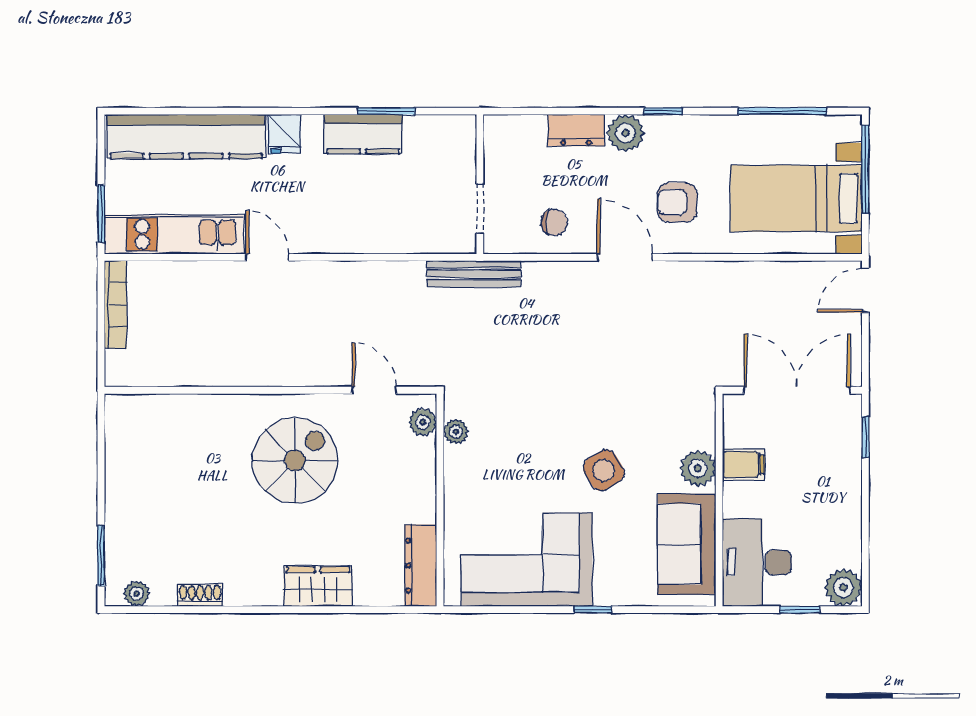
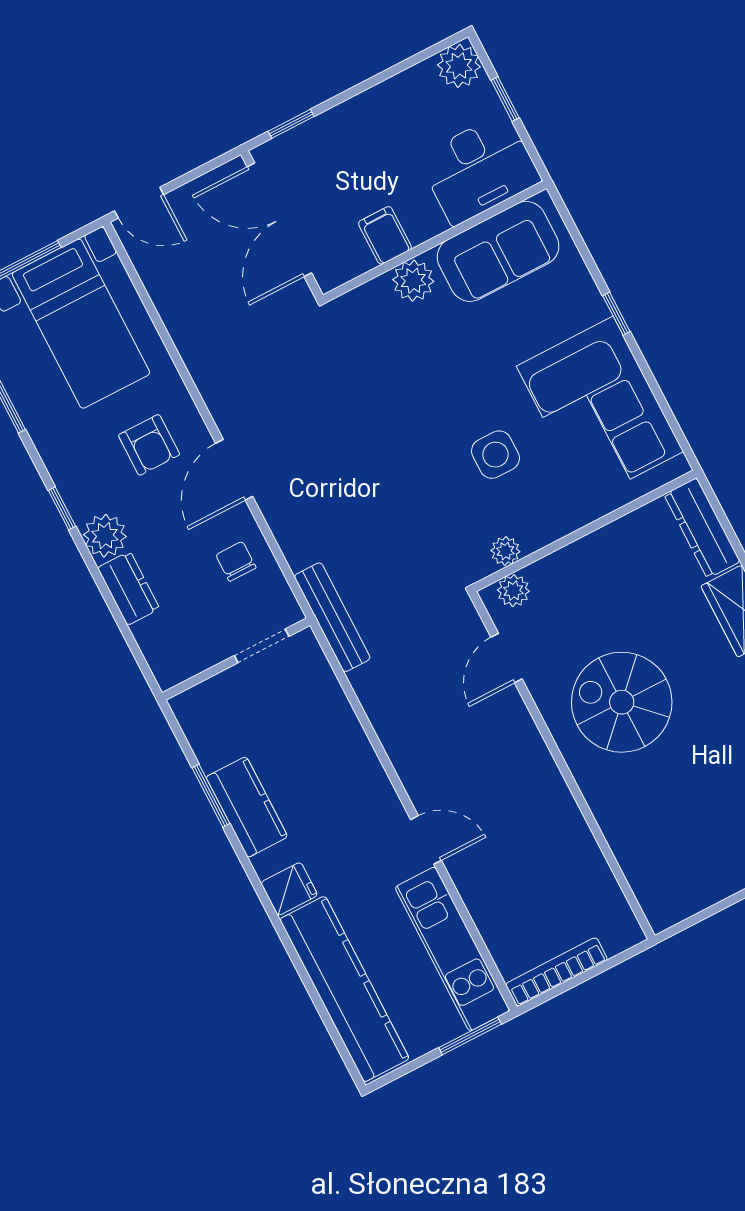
door: (267, 257) -> (426, 840), swing flipped
side table: (604, 470) -> (495, 455), moved, turned 31
dresser: (421, 565) -> (702, 528), moved, turned 90

